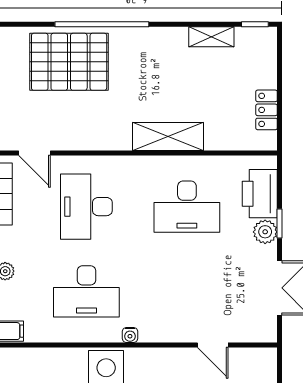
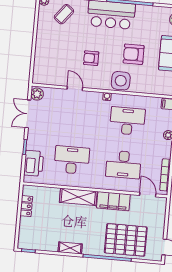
shelving: (211, 37) -> (70, 248), moved
filing cabinet: (100, 134) -> (113, 201), added
desk: (86, 207) -> (123, 165), turned 90
plant: (265, 232) -> (37, 94), moved
door: (213, 345) -> (75, 88), moved

